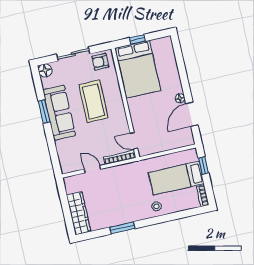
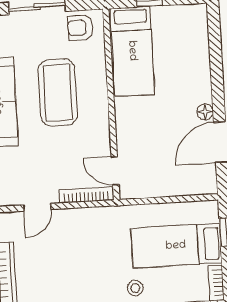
bed: (138, 69) -> (132, 51), width x0.67
door: (92, 169) -> (37, 207), swing flipped

